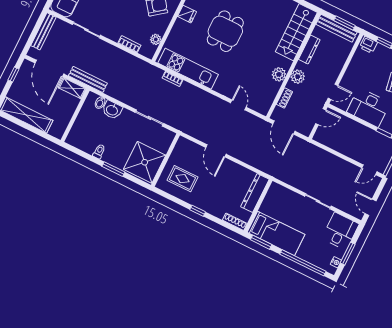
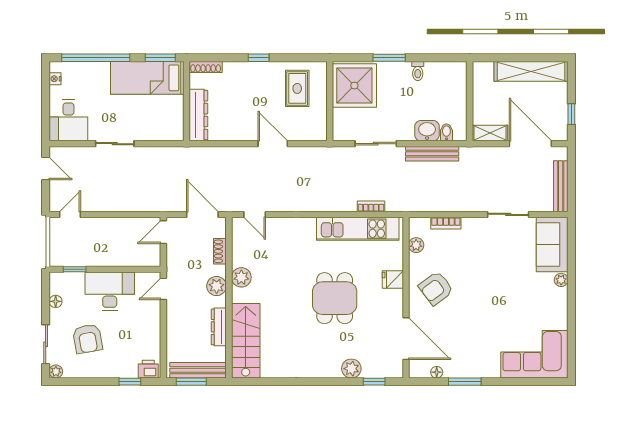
fridge: (187, 14) -> (393, 280), moved
bench: (88, 79) -> (432, 154), moved
door: (238, 105) -> (255, 214), moved
door: (321, 117) -> (163, 232), moved
rug: (182, 179) -> (297, 88), turned 90
window: (348, 254) -> (46, 97), removed

